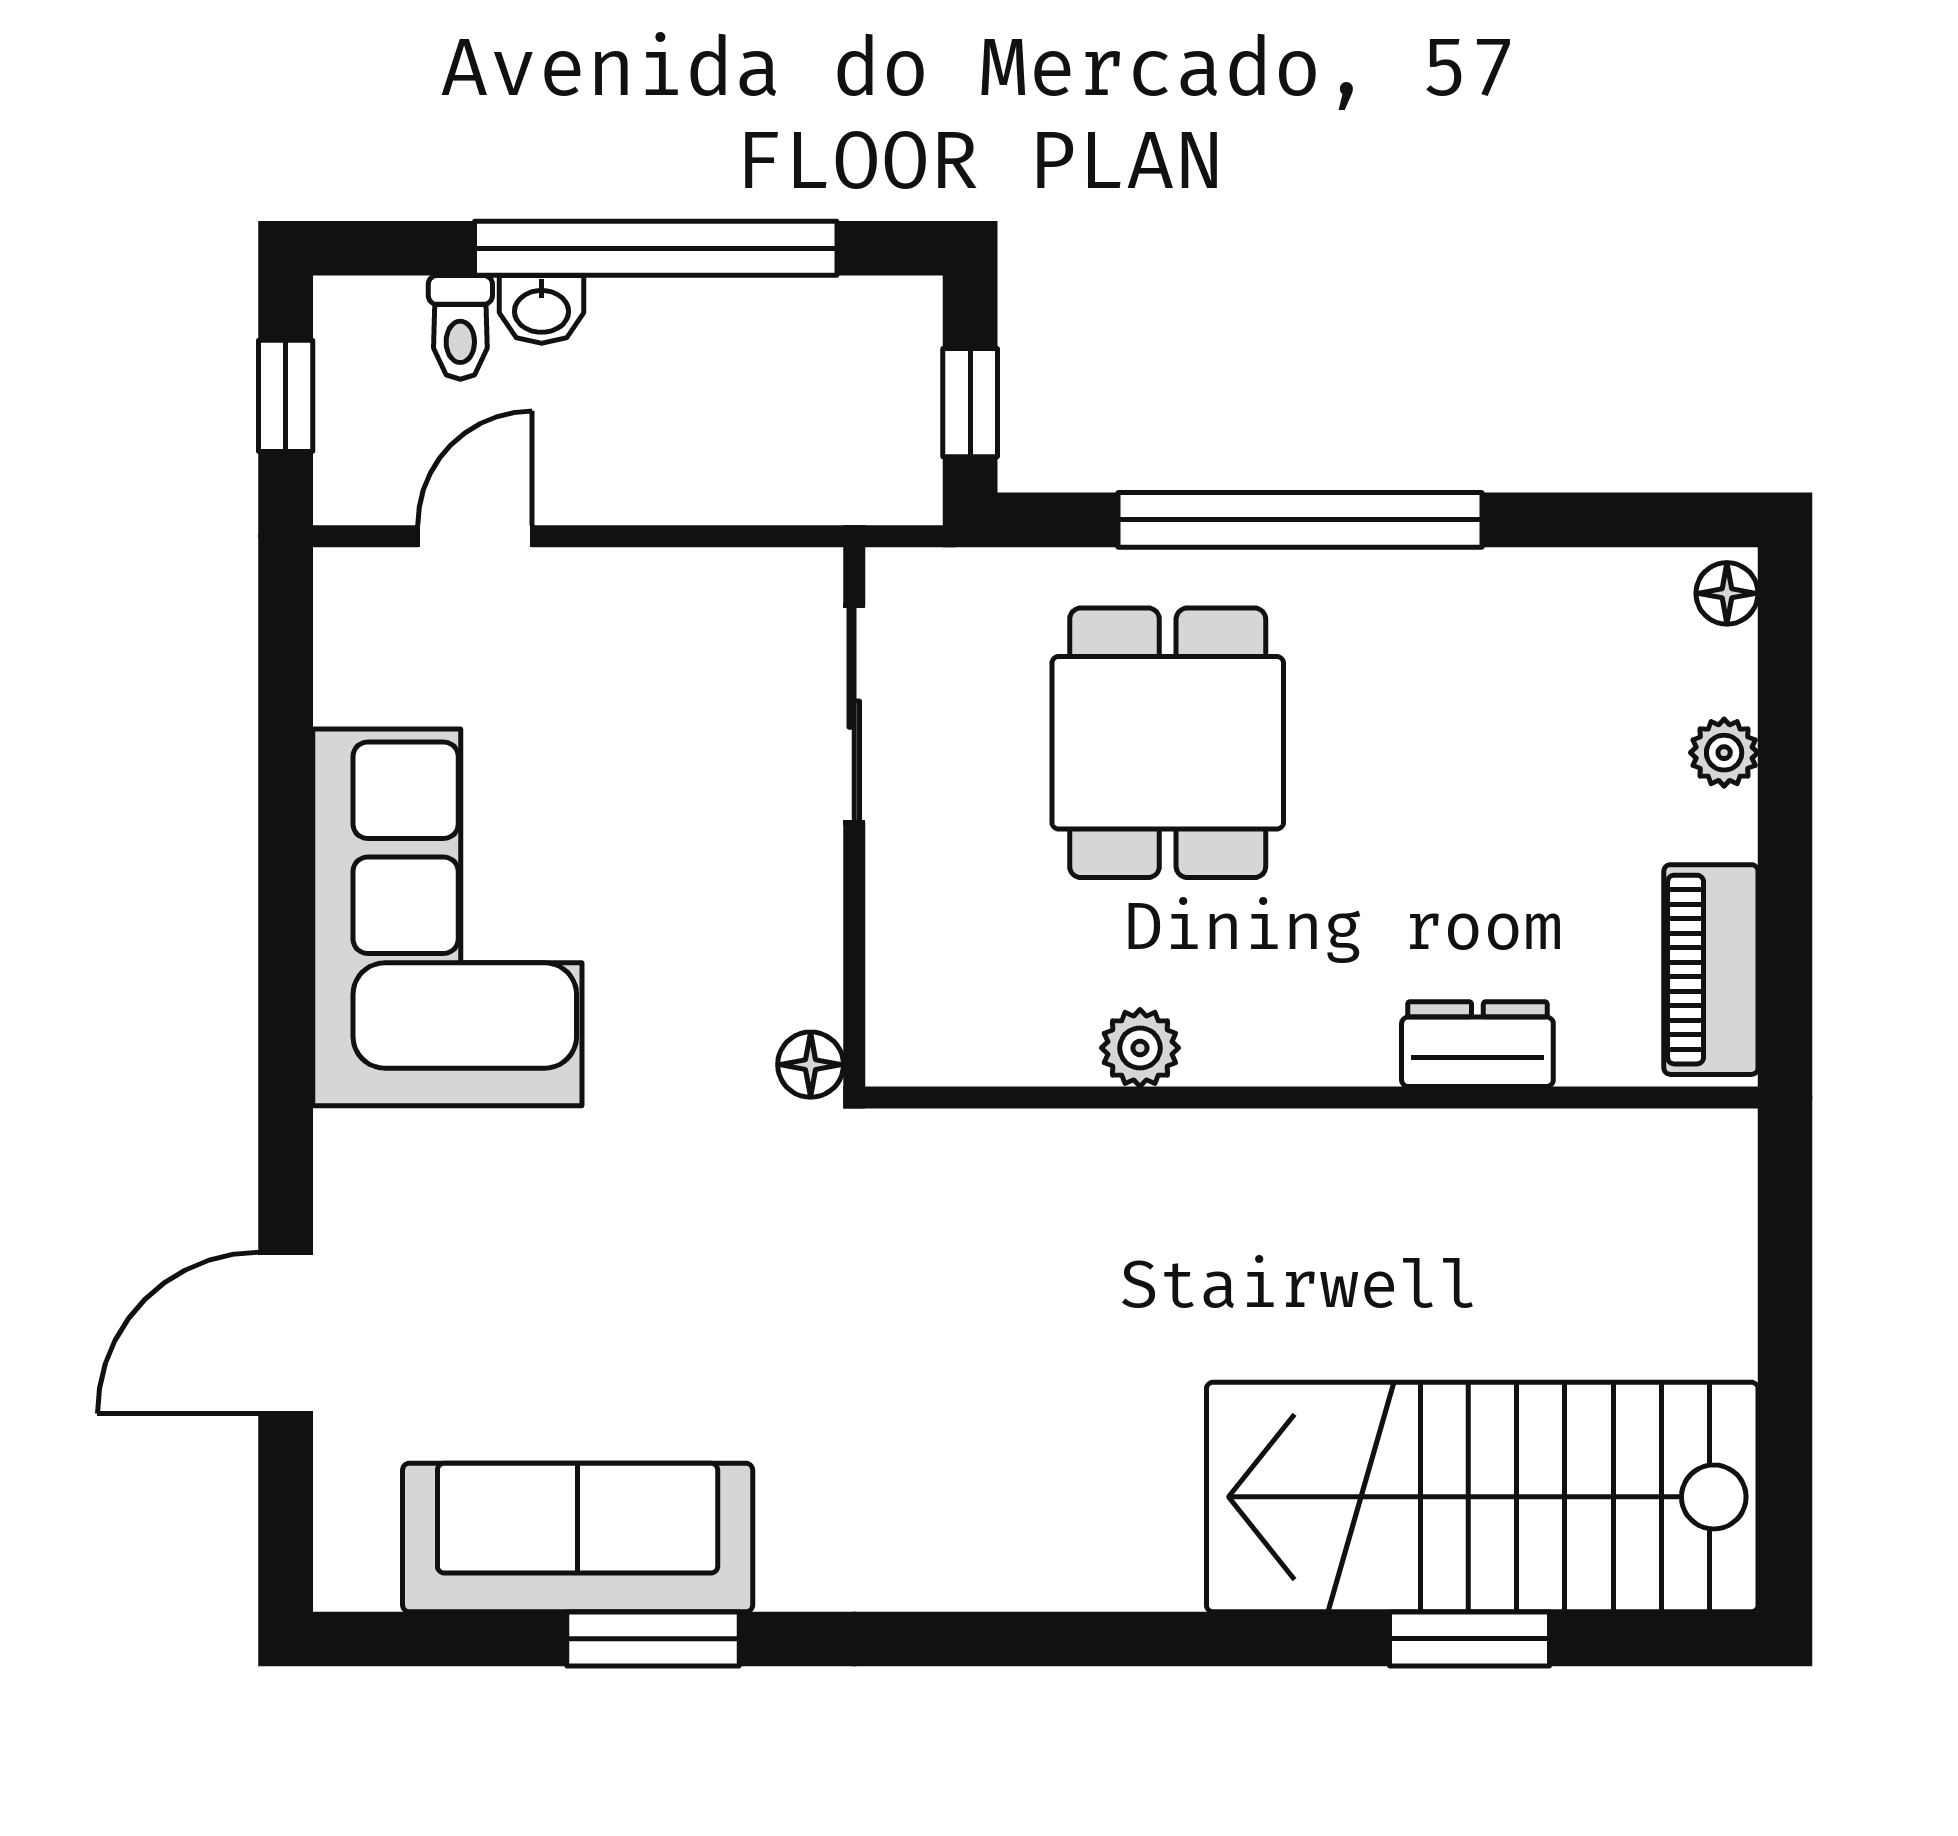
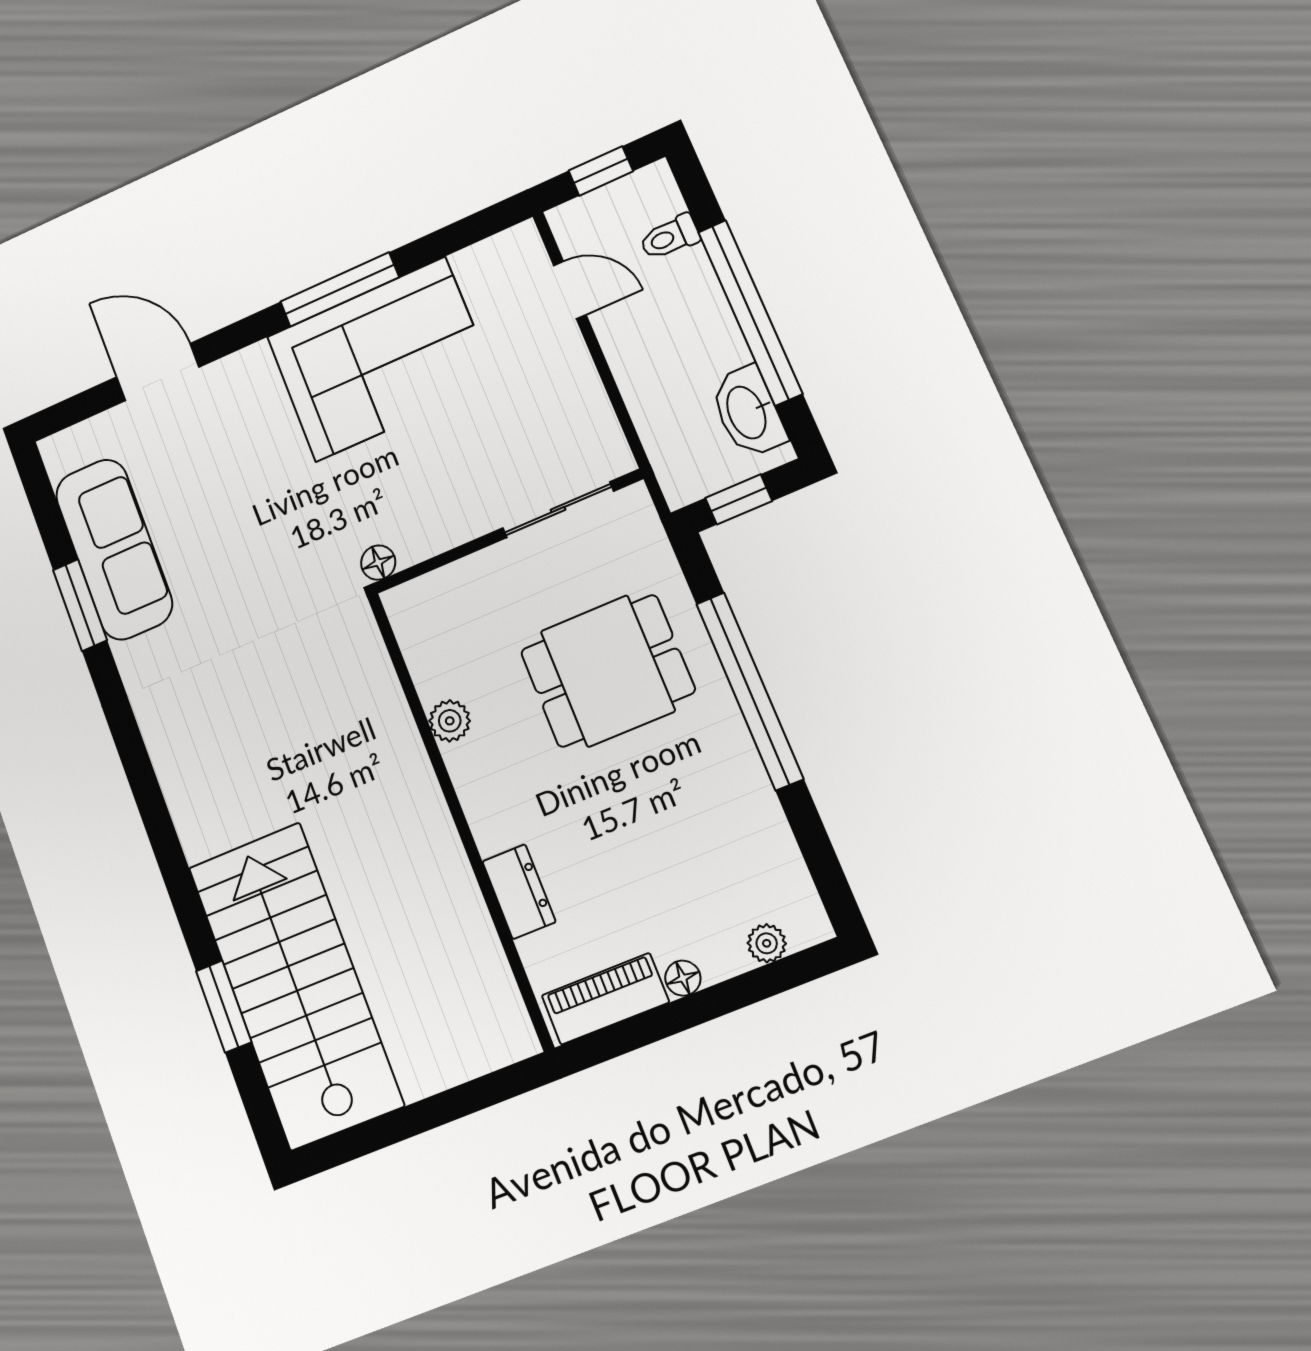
washbasin: (542, 309) -> (748, 412), moved, width x1.91, depth x1.45
floor lamp: (1727, 593) -> (683, 978), moved
plant: (1724, 753) -> (767, 943), moved
window: (286, 941) -> (340, 289), added

